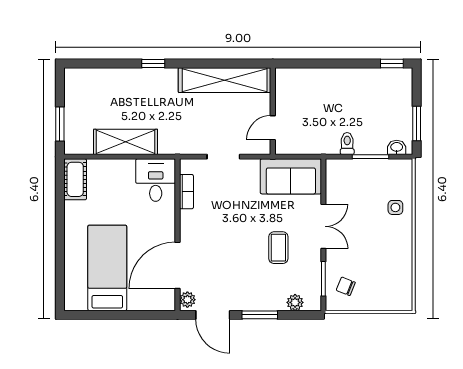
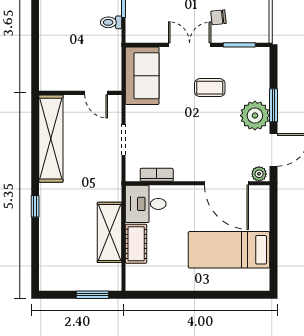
cot: (75, 179) -> (136, 244), moved, turned 90
chair: (346, 286) -> (218, 17), moved, turned 62
plant: (295, 302) -> (255, 116), moved, width x1.88, depth x1.88

